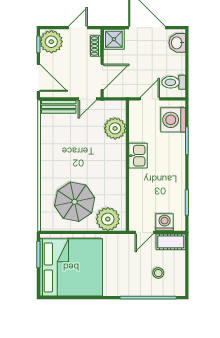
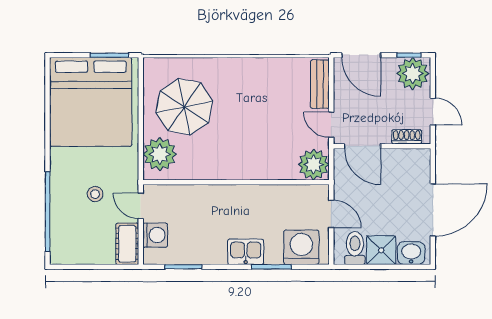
shower: (114, 39) -> (381, 250), moved
door: (38, 78) -> (361, 55), hinge flipped
plant: (115, 128) -> (314, 165), moved
kitchen sink: (138, 156) -> (246, 252), moved, turned 180
stool: (158, 273) -> (95, 194), moved

